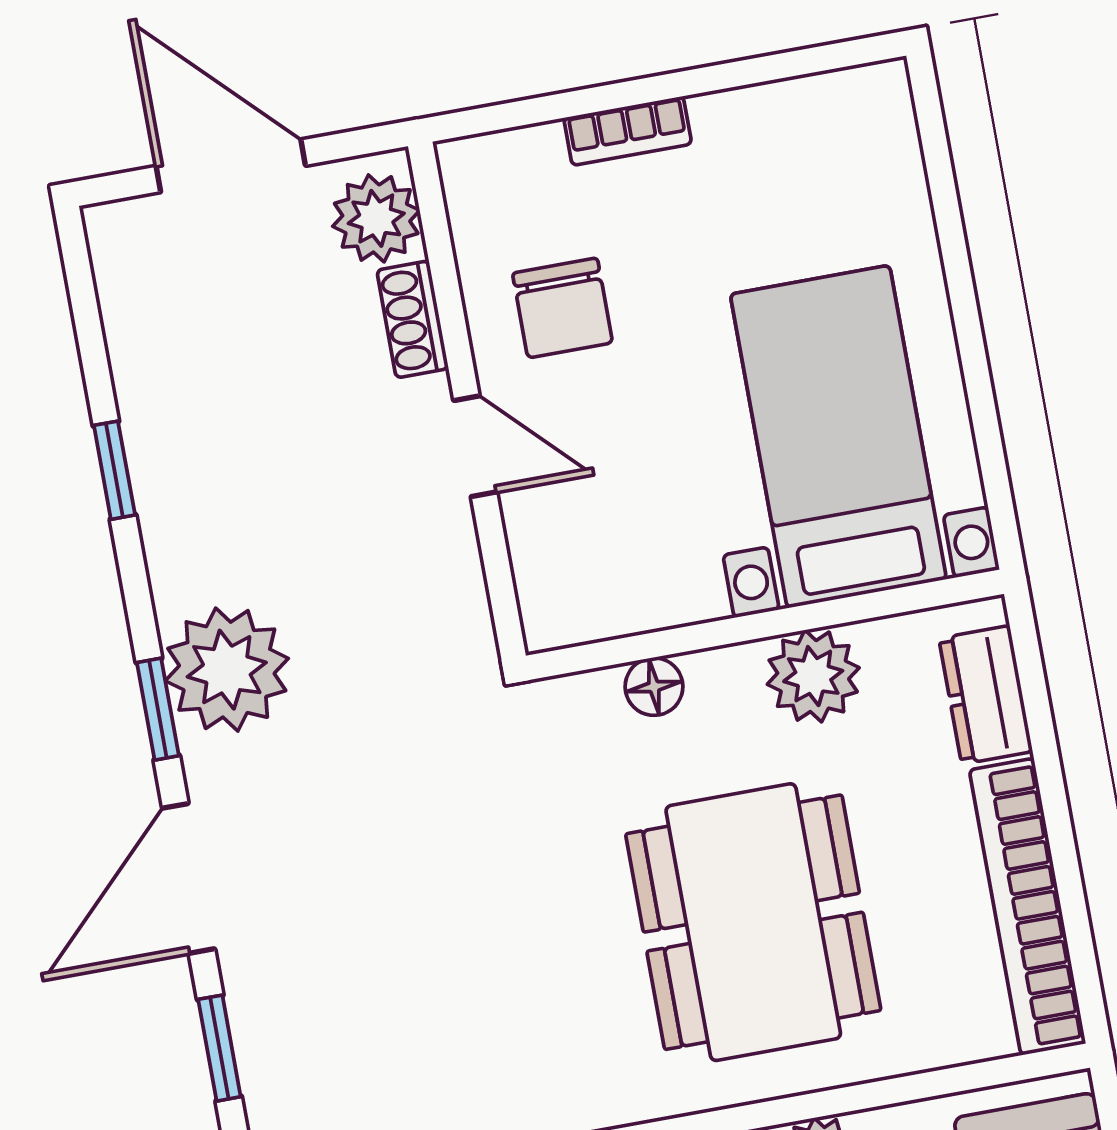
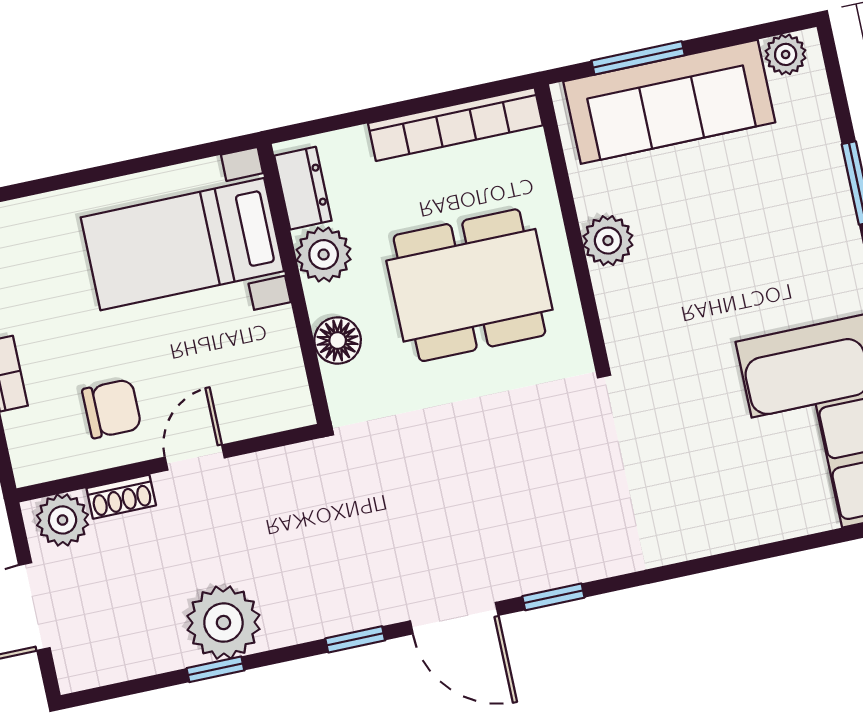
plant: (227, 670) -> (223, 623), moved
floor lamp: (654, 687) -> (338, 340), width x1.37, depth x1.37
dresser: (986, 695) -> (303, 188), moved, turned -90

